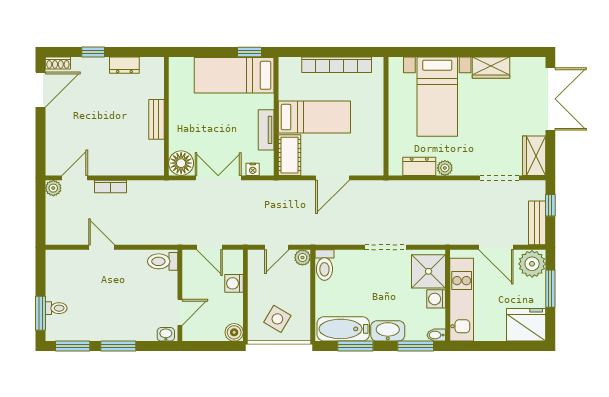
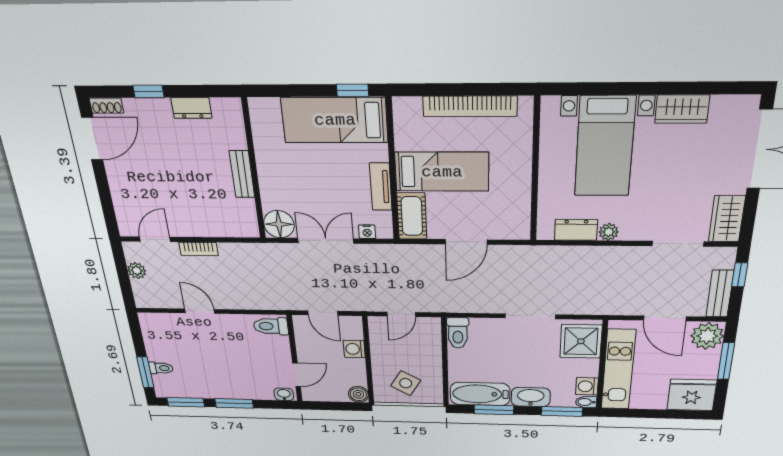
plant: (53, 188) -> (137, 271), moved
plant: (302, 257) -> (432, 325), removed
washing machine: (436, 299) -> (587, 386), moved

